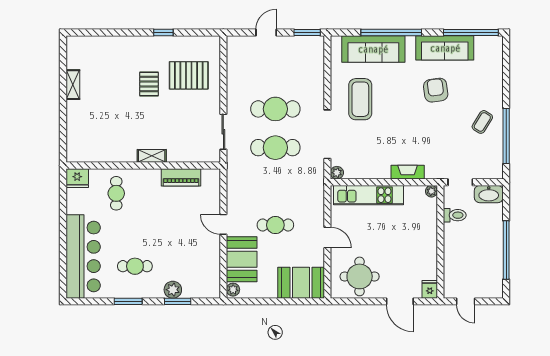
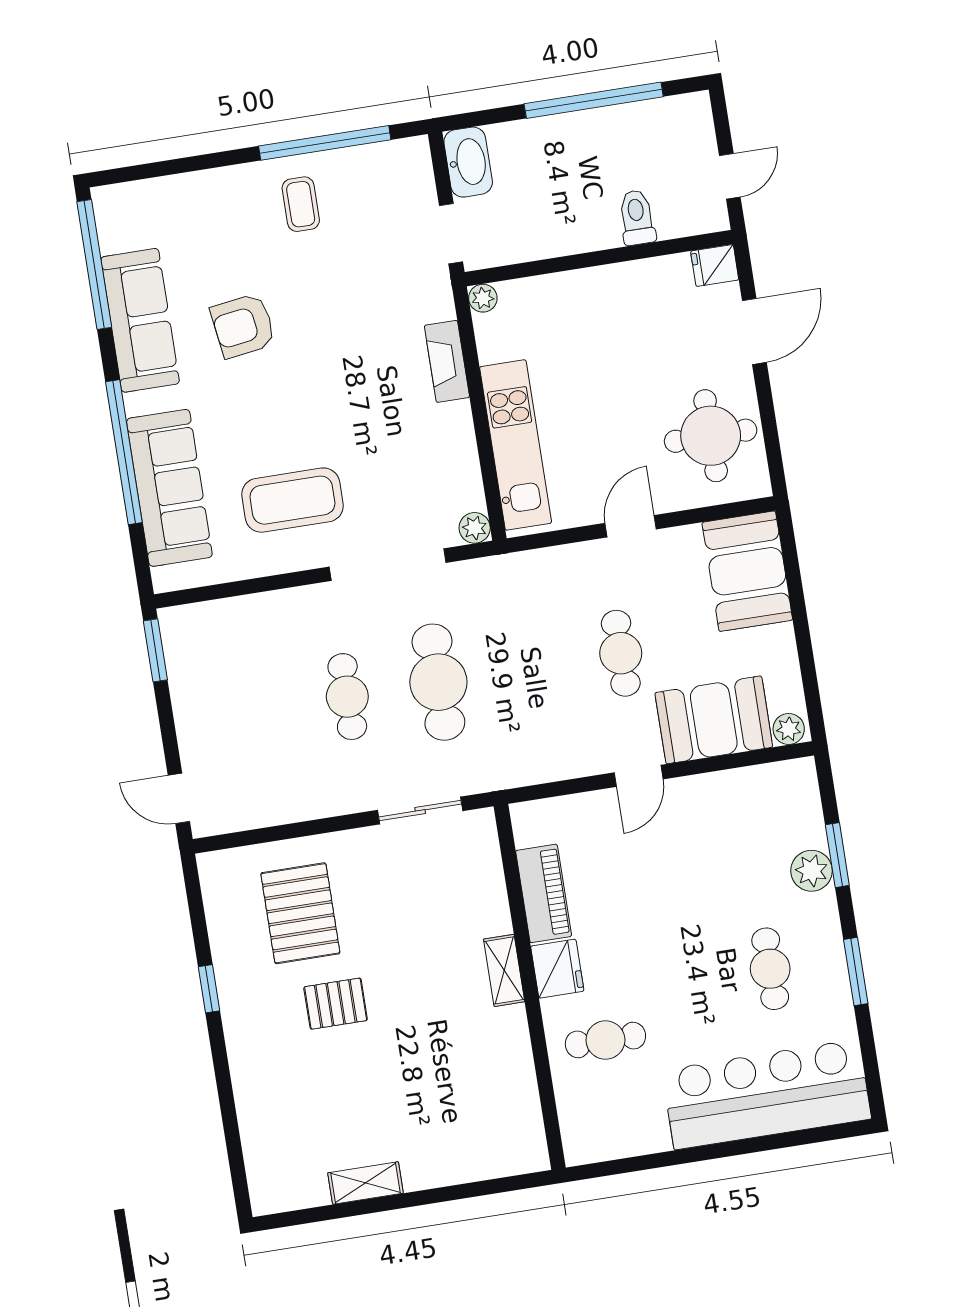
door: (266, 33) -> (179, 798), moved
cafe table: (275, 109) -> (347, 697), width x0.73, depth x0.74
coffee table: (482, 122) -> (301, 204), turned 58
fridge: (77, 178) -> (557, 969), moved
toilet: (455, 215) -> (637, 217), moved

